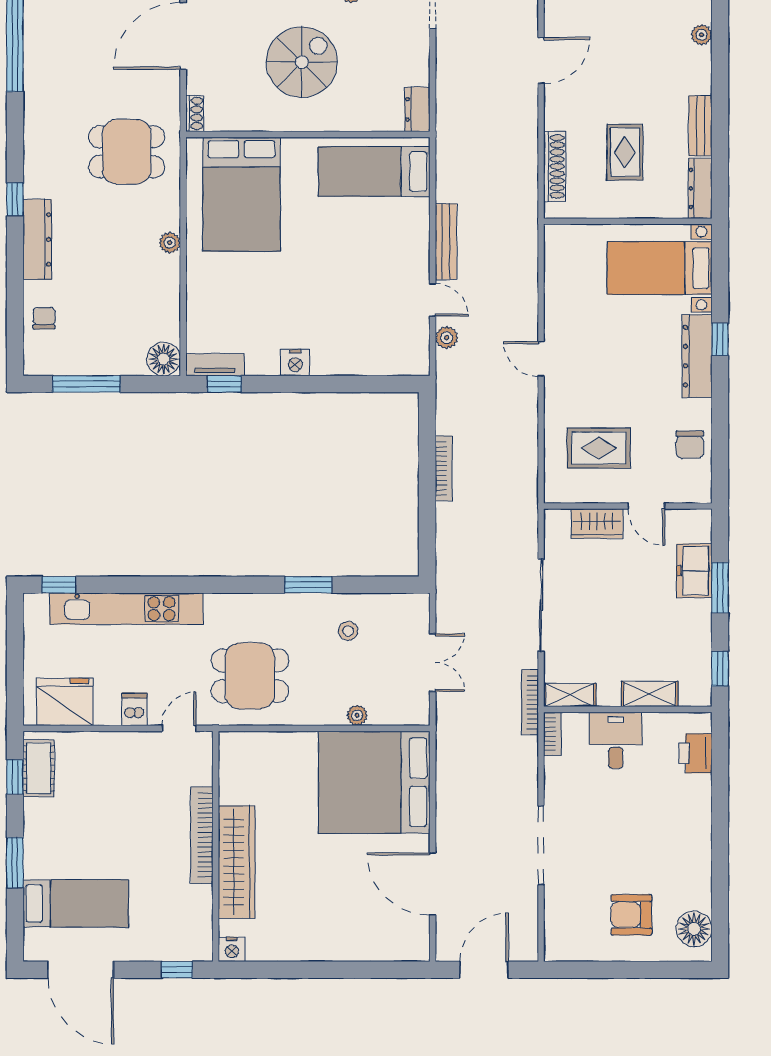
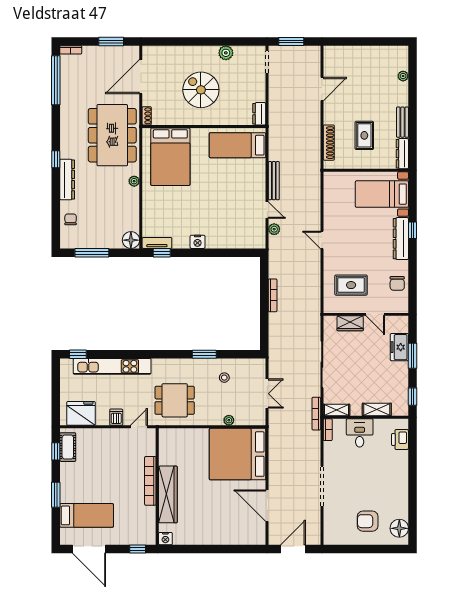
spiral stairs: (302, 62) -> (201, 90), turned -90
dining table: (127, 152) -> (112, 135), width x1.88, depth x1.24

